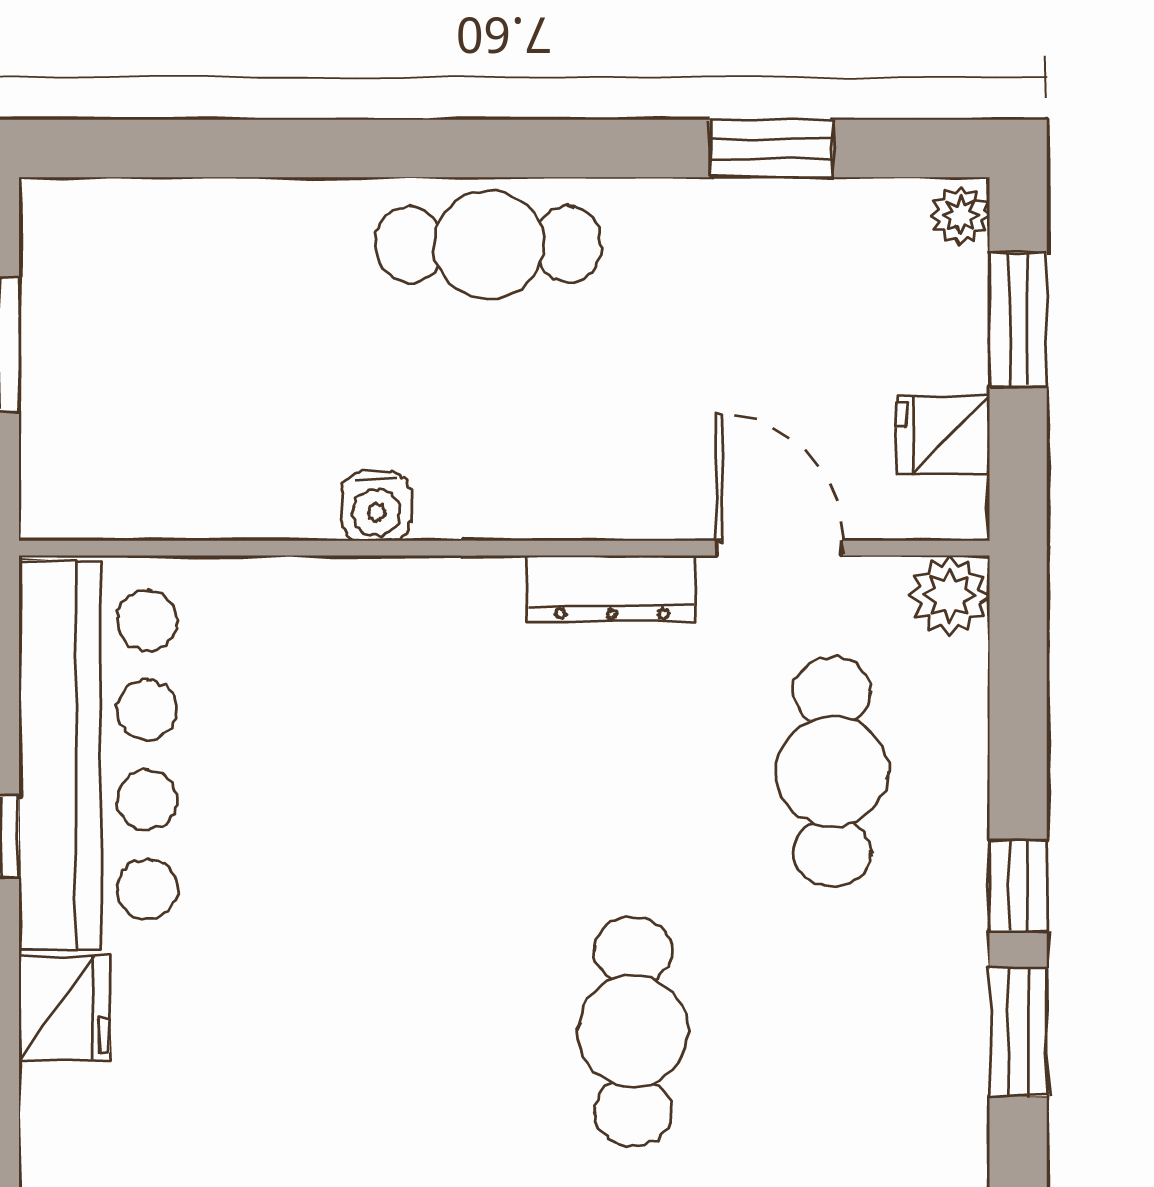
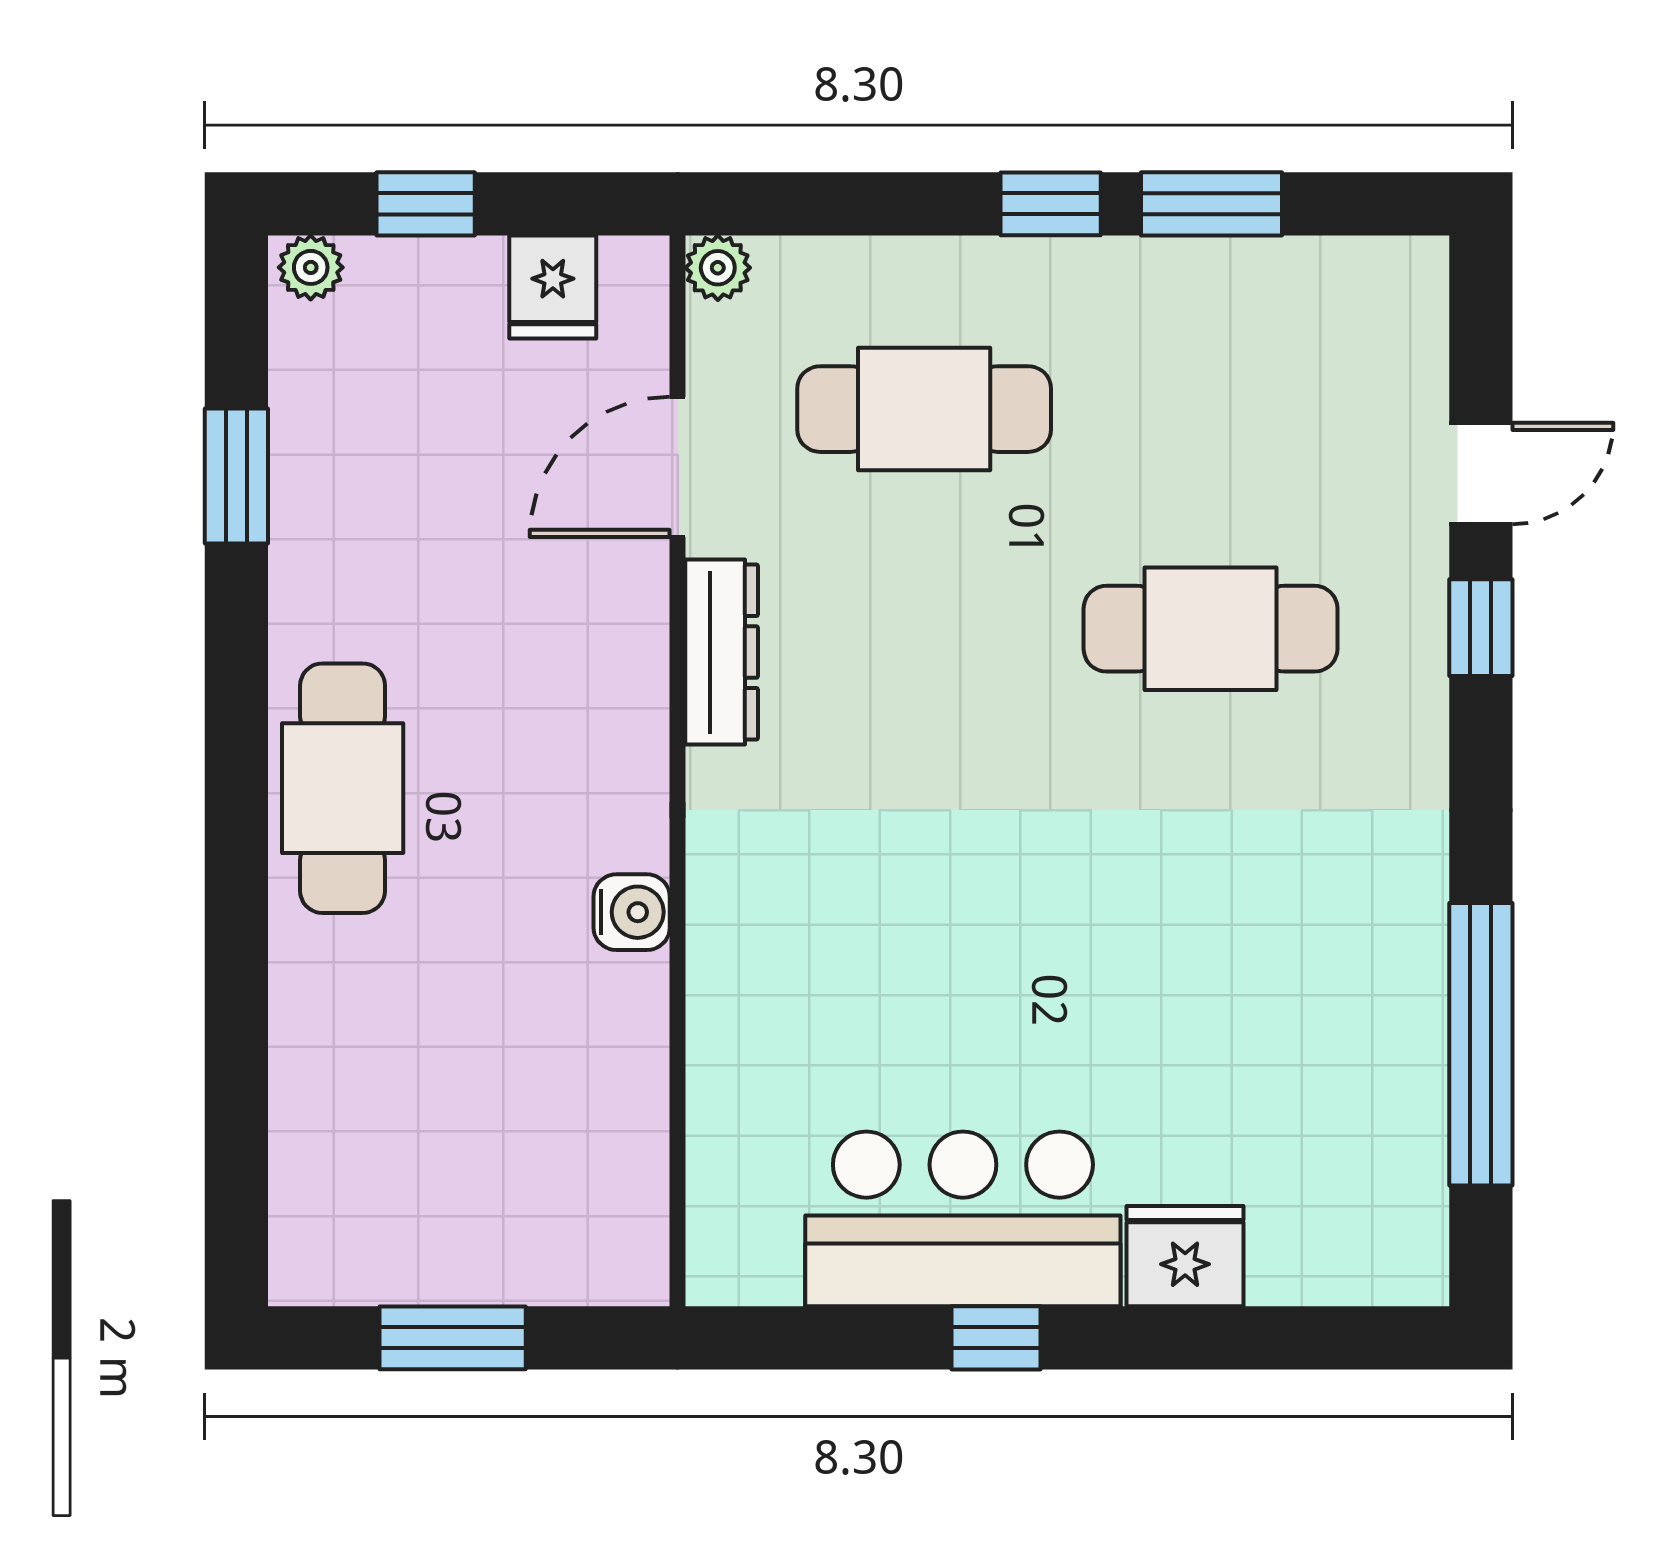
window: (1018, 320) -> (426, 204), width x0.67
plant: (949, 596) -> (718, 268), width x0.73, depth x0.73
bar counter: (98, 755) -> (963, 1219), width x0.73

